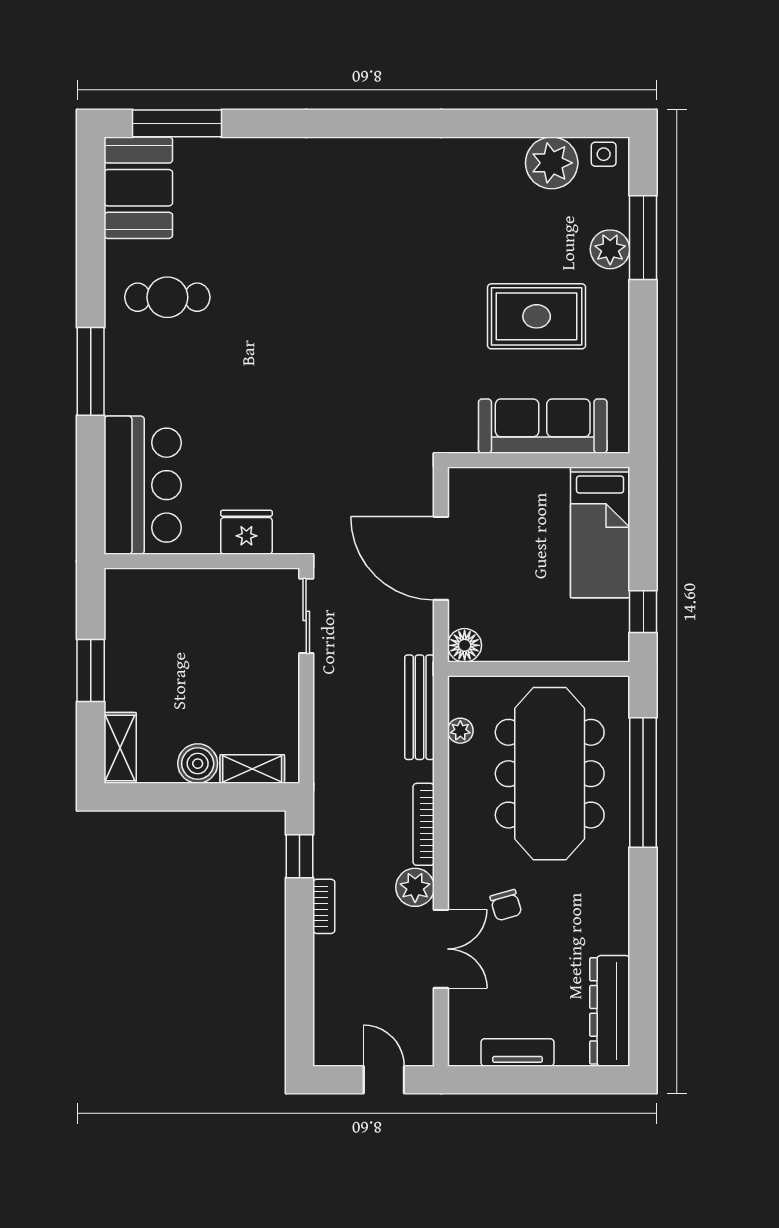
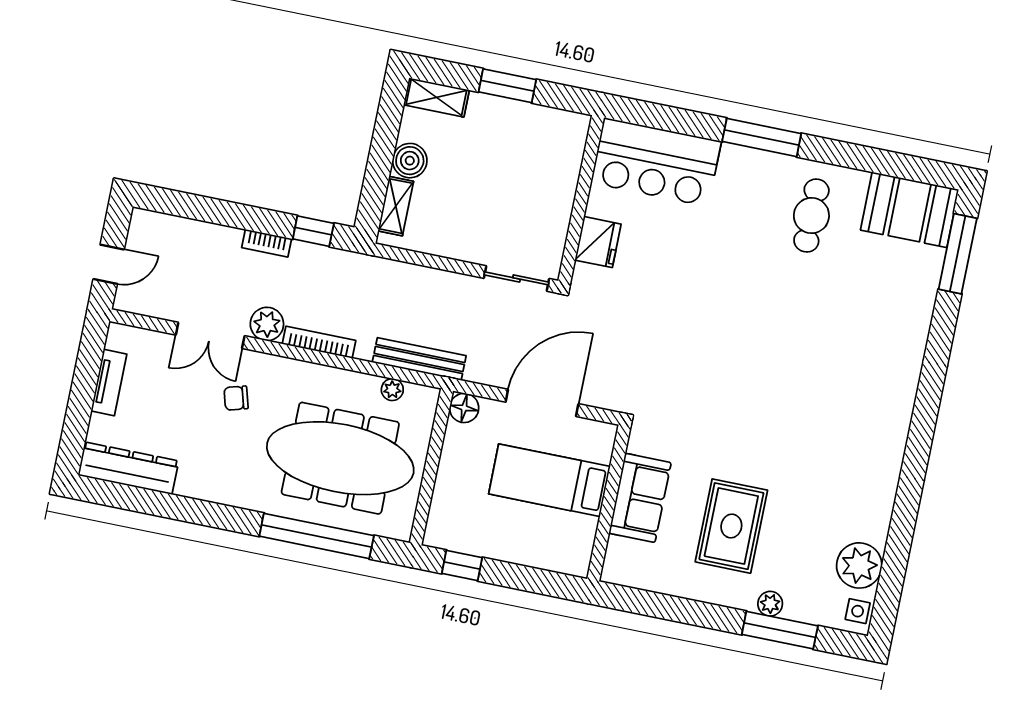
plant: (610, 249) -> (770, 604), width x0.73, depth x0.73
sofa: (543, 426) -> (640, 498), width x0.73
bed: (600, 532) -> (549, 480), moved

